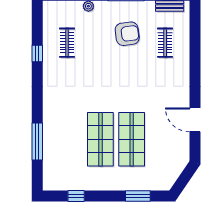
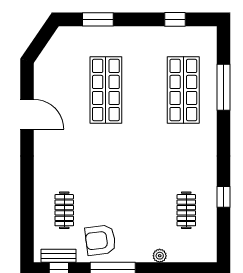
armchair: (127, 34) -> (100, 240), moved
shop shelf: (100, 139) -> (183, 90), moved

